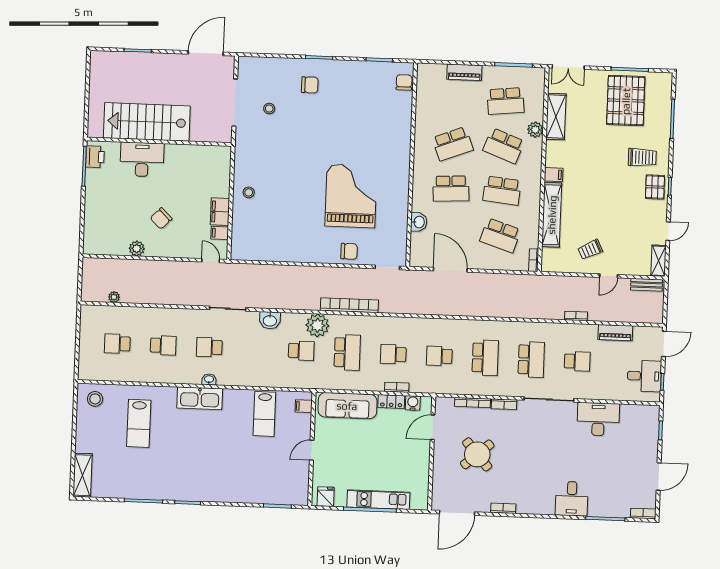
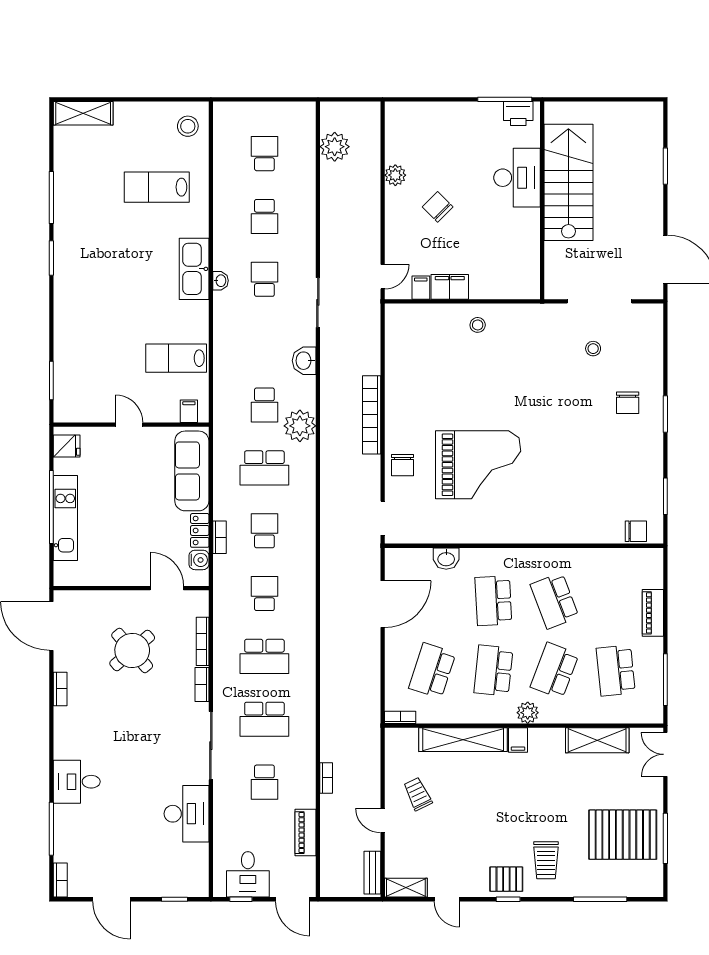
plant: (535, 130) -> (528, 713), moved
plant: (114, 297) -> (335, 147), width x1.88, depth x1.88
bookcase: (349, 305) -> (372, 415), moved, turned 180

